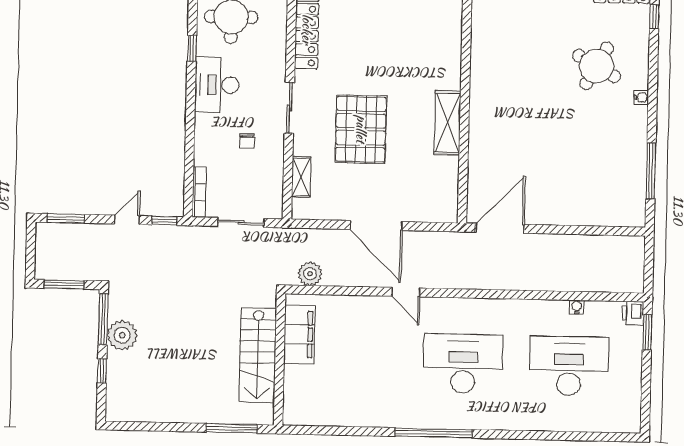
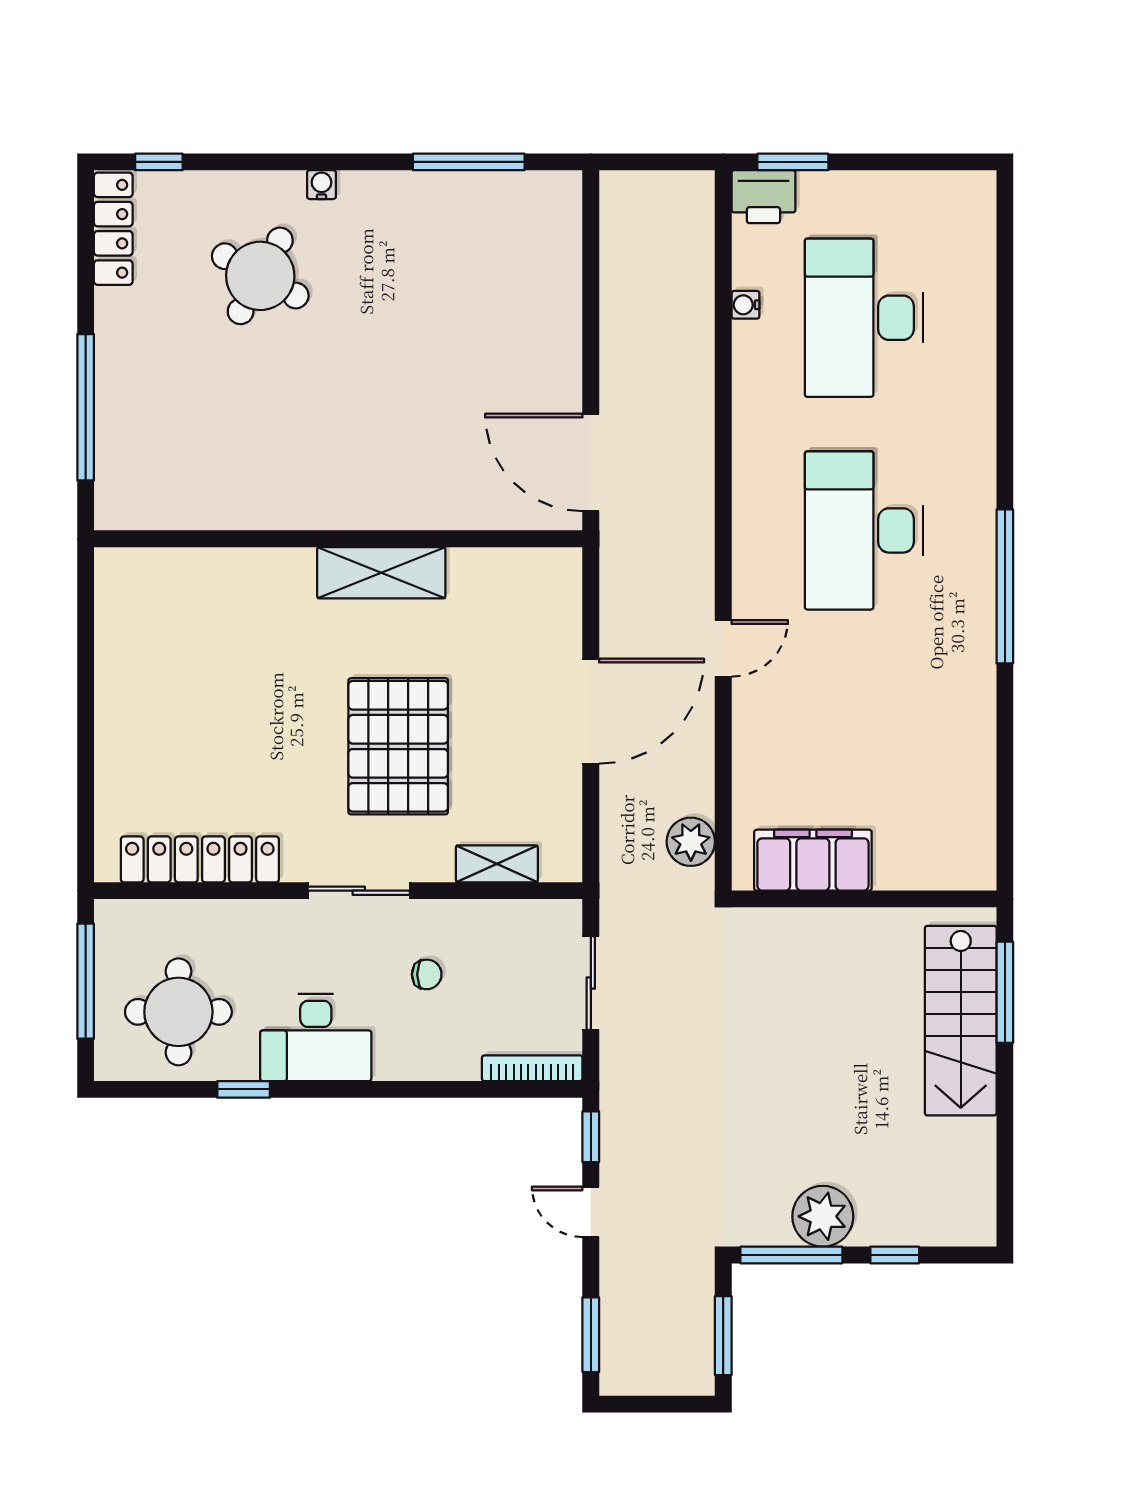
pallet: (361, 129) -> (398, 746), turned 90
printer: (633, 313) -> (763, 197), width x1.36, depth x1.24
stairs: (258, 355) -> (961, 1021), moved, turned 90

